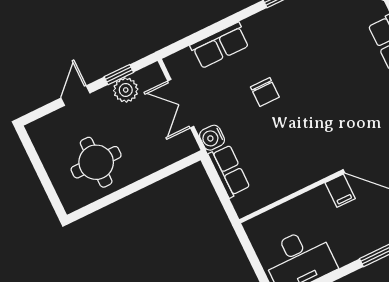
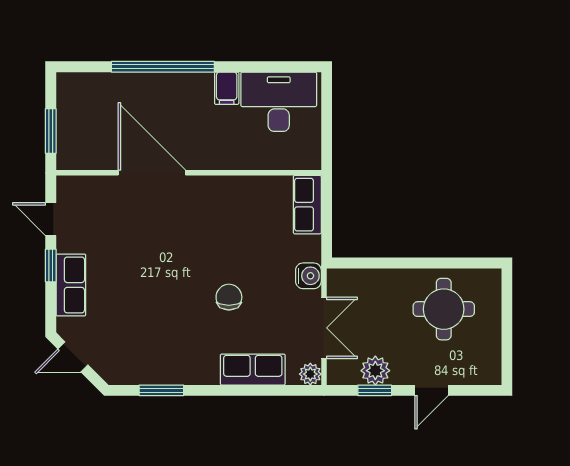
plant: (174, 63) -> (310, 374), added
row of seats: (229, 171) -> (307, 205), moved
filing cabinet: (340, 191) -> (227, 88), moved, turned 180

